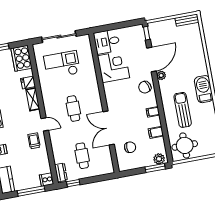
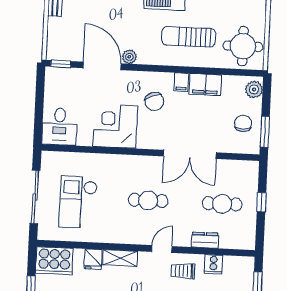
corner desk: (113, 67) -> (115, 126), moved
chair: (145, 87) -> (154, 101), moved
filing cabinet: (156, 132) -> (205, 85), width x2.00
chair: (130, 147) -> (243, 124), moved
window: (155, 168) -> (265, 132), moved
dresser: (61, 172) -> (205, 240), moved
cooker: (47, 180) -> (214, 264), moved
window: (73, 183) -> (261, 202), moved

